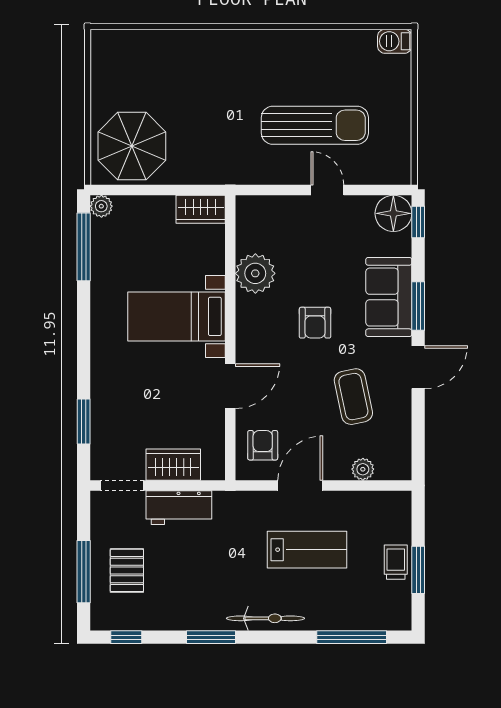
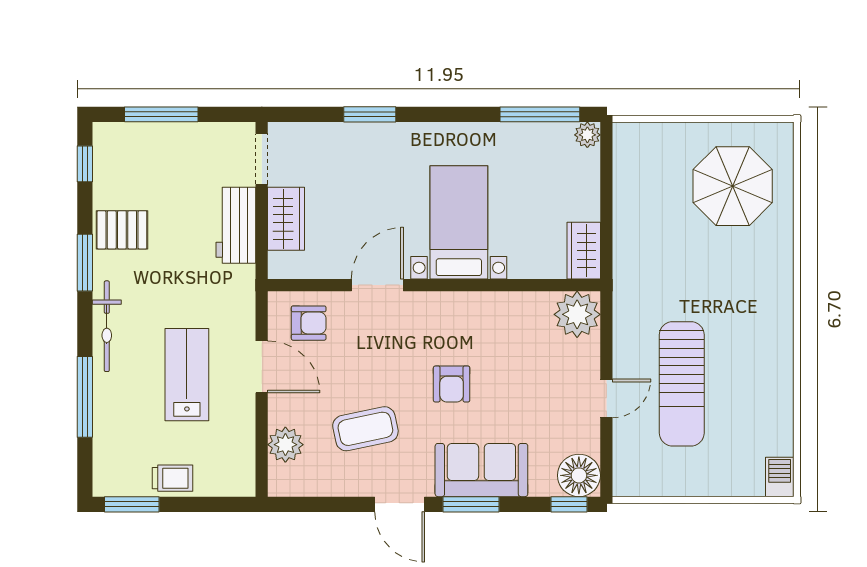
parasol: (132, 146) -> (733, 186), moved
plant: (255, 273) -> (577, 314), moved
armchair: (315, 323) -> (452, 384), turned -90
door: (230, 386) -> (377, 285), swing flipped
window: (84, 421) -> (370, 114), moved
plant: (363, 469) -> (285, 445), width x1.38, depth x1.38
lab bench: (307, 550) -> (187, 375), turned 180
pallet: (127, 570) -> (122, 230), moved
window: (418, 570) -> (132, 504), moved
window: (352, 637) -> (85, 397), moved

